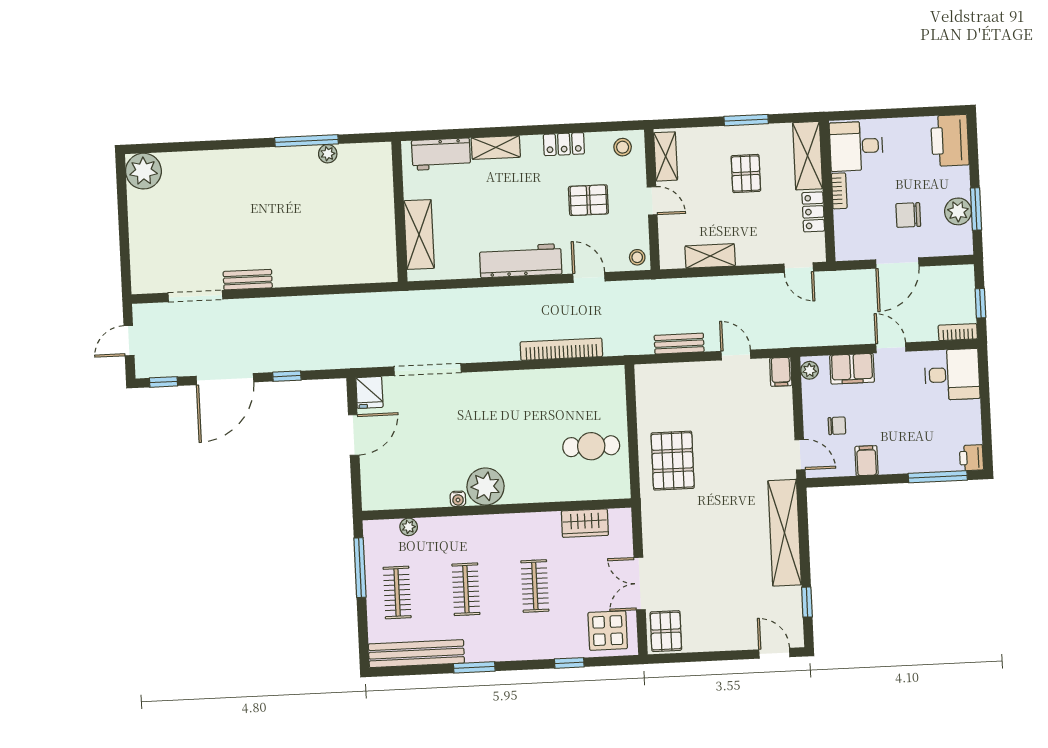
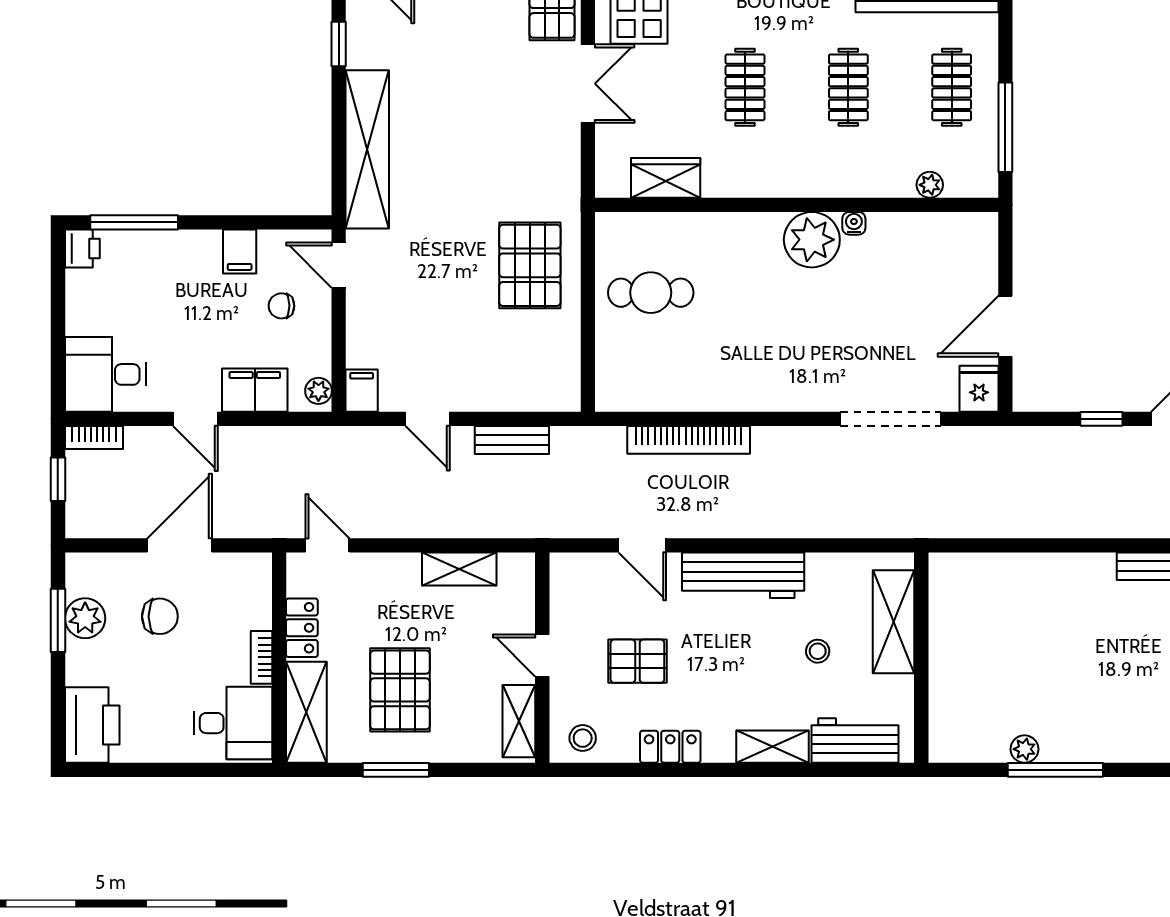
pallet: (746, 173) -> (400, 690), width x1.50, depth x1.42
stool: (637, 257) -> (818, 651), moved

